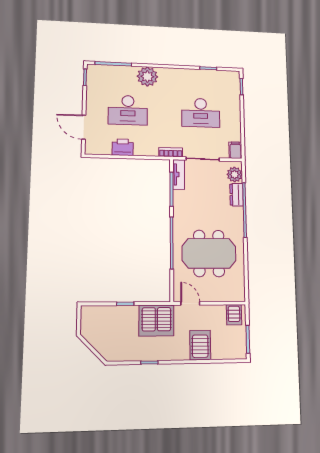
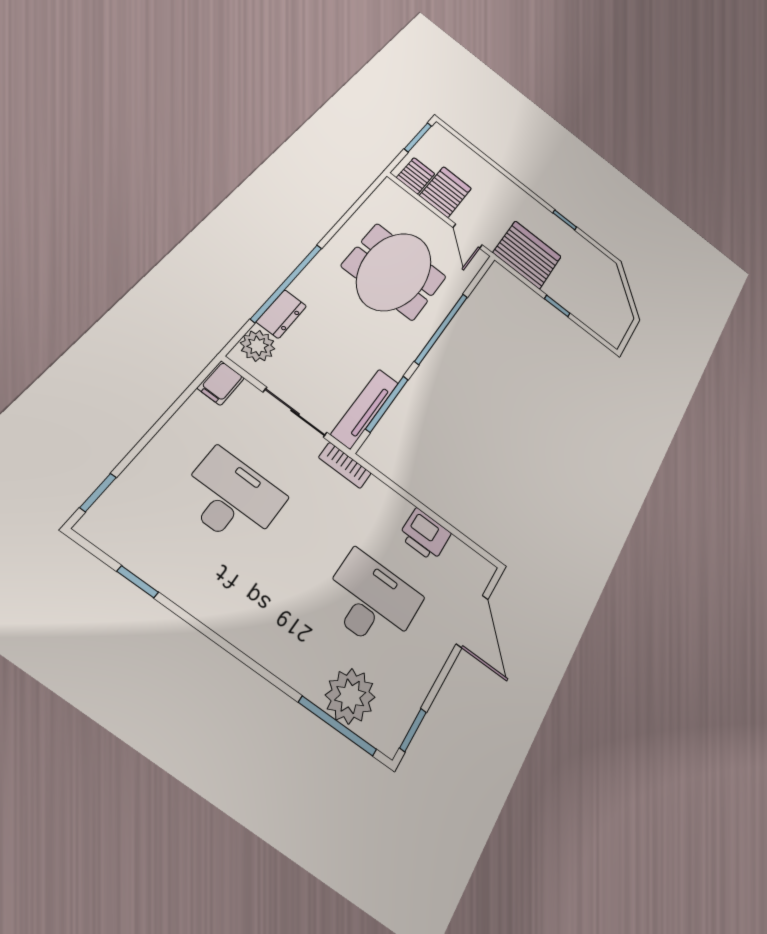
plant: (147, 77) -> (350, 696), moved
tv unit: (179, 174) -> (365, 408), width x1.41
meeting table: (209, 253) -> (394, 271), turned 90
server rack: (200, 345) -> (446, 192), moved, turned 180

